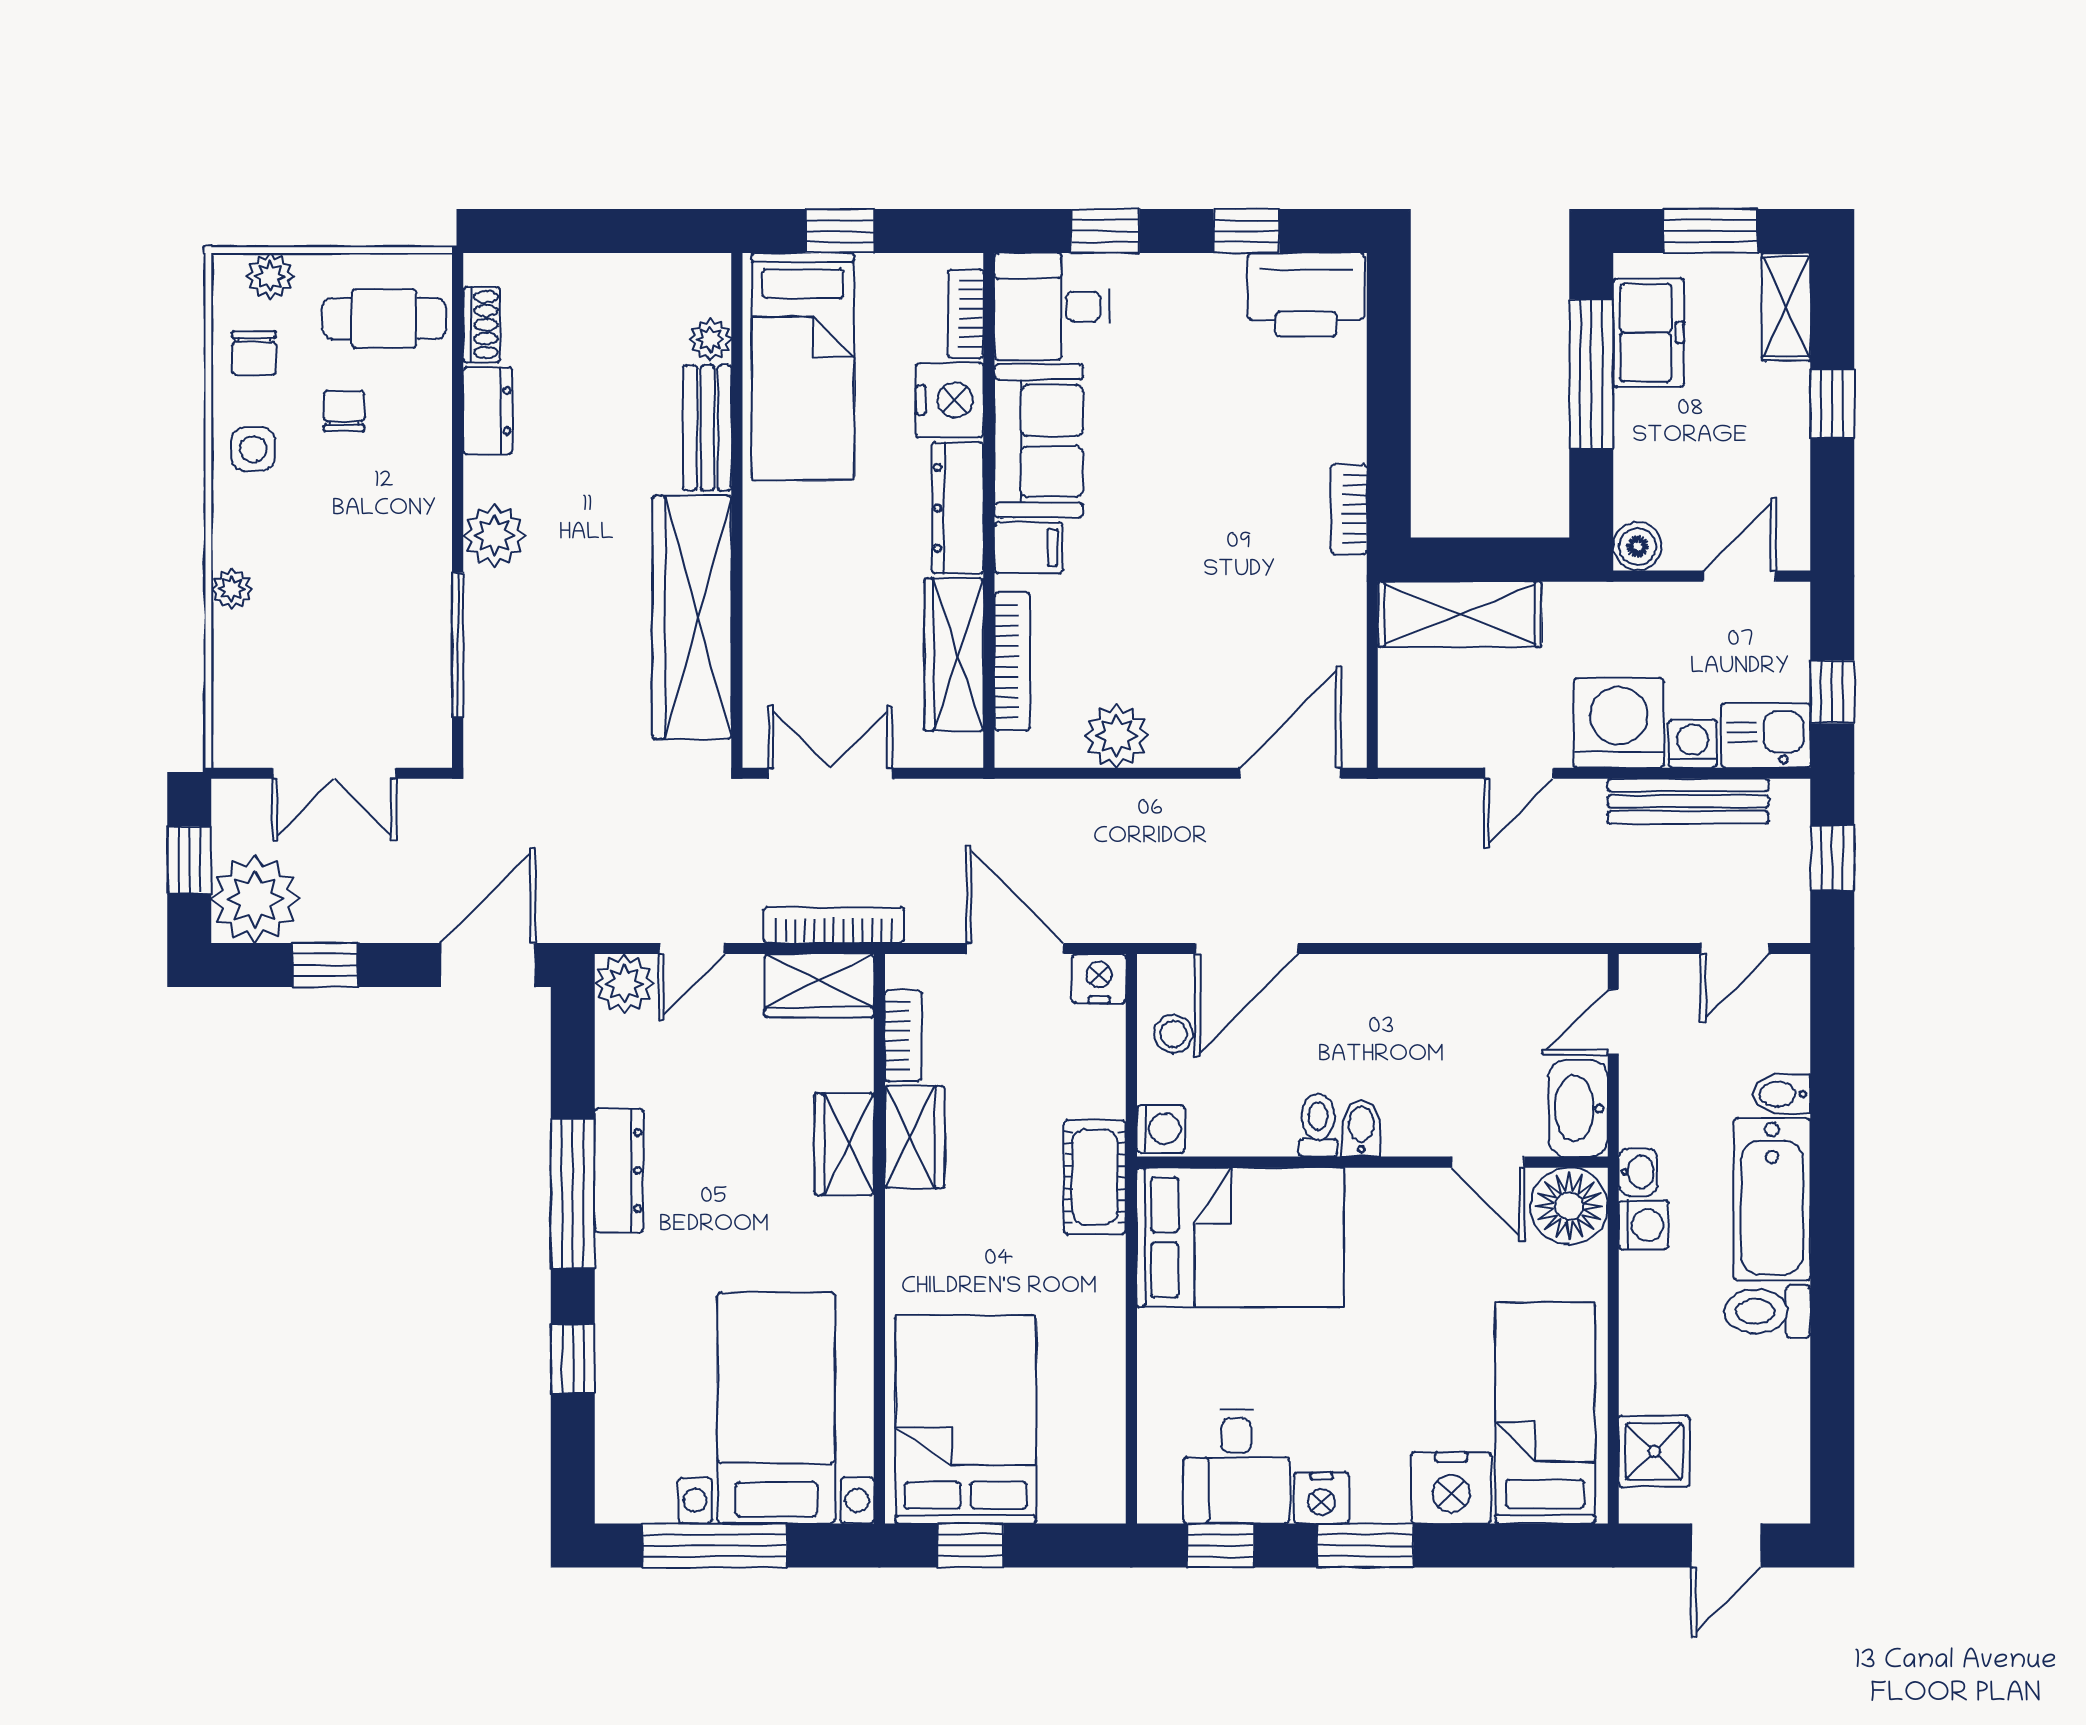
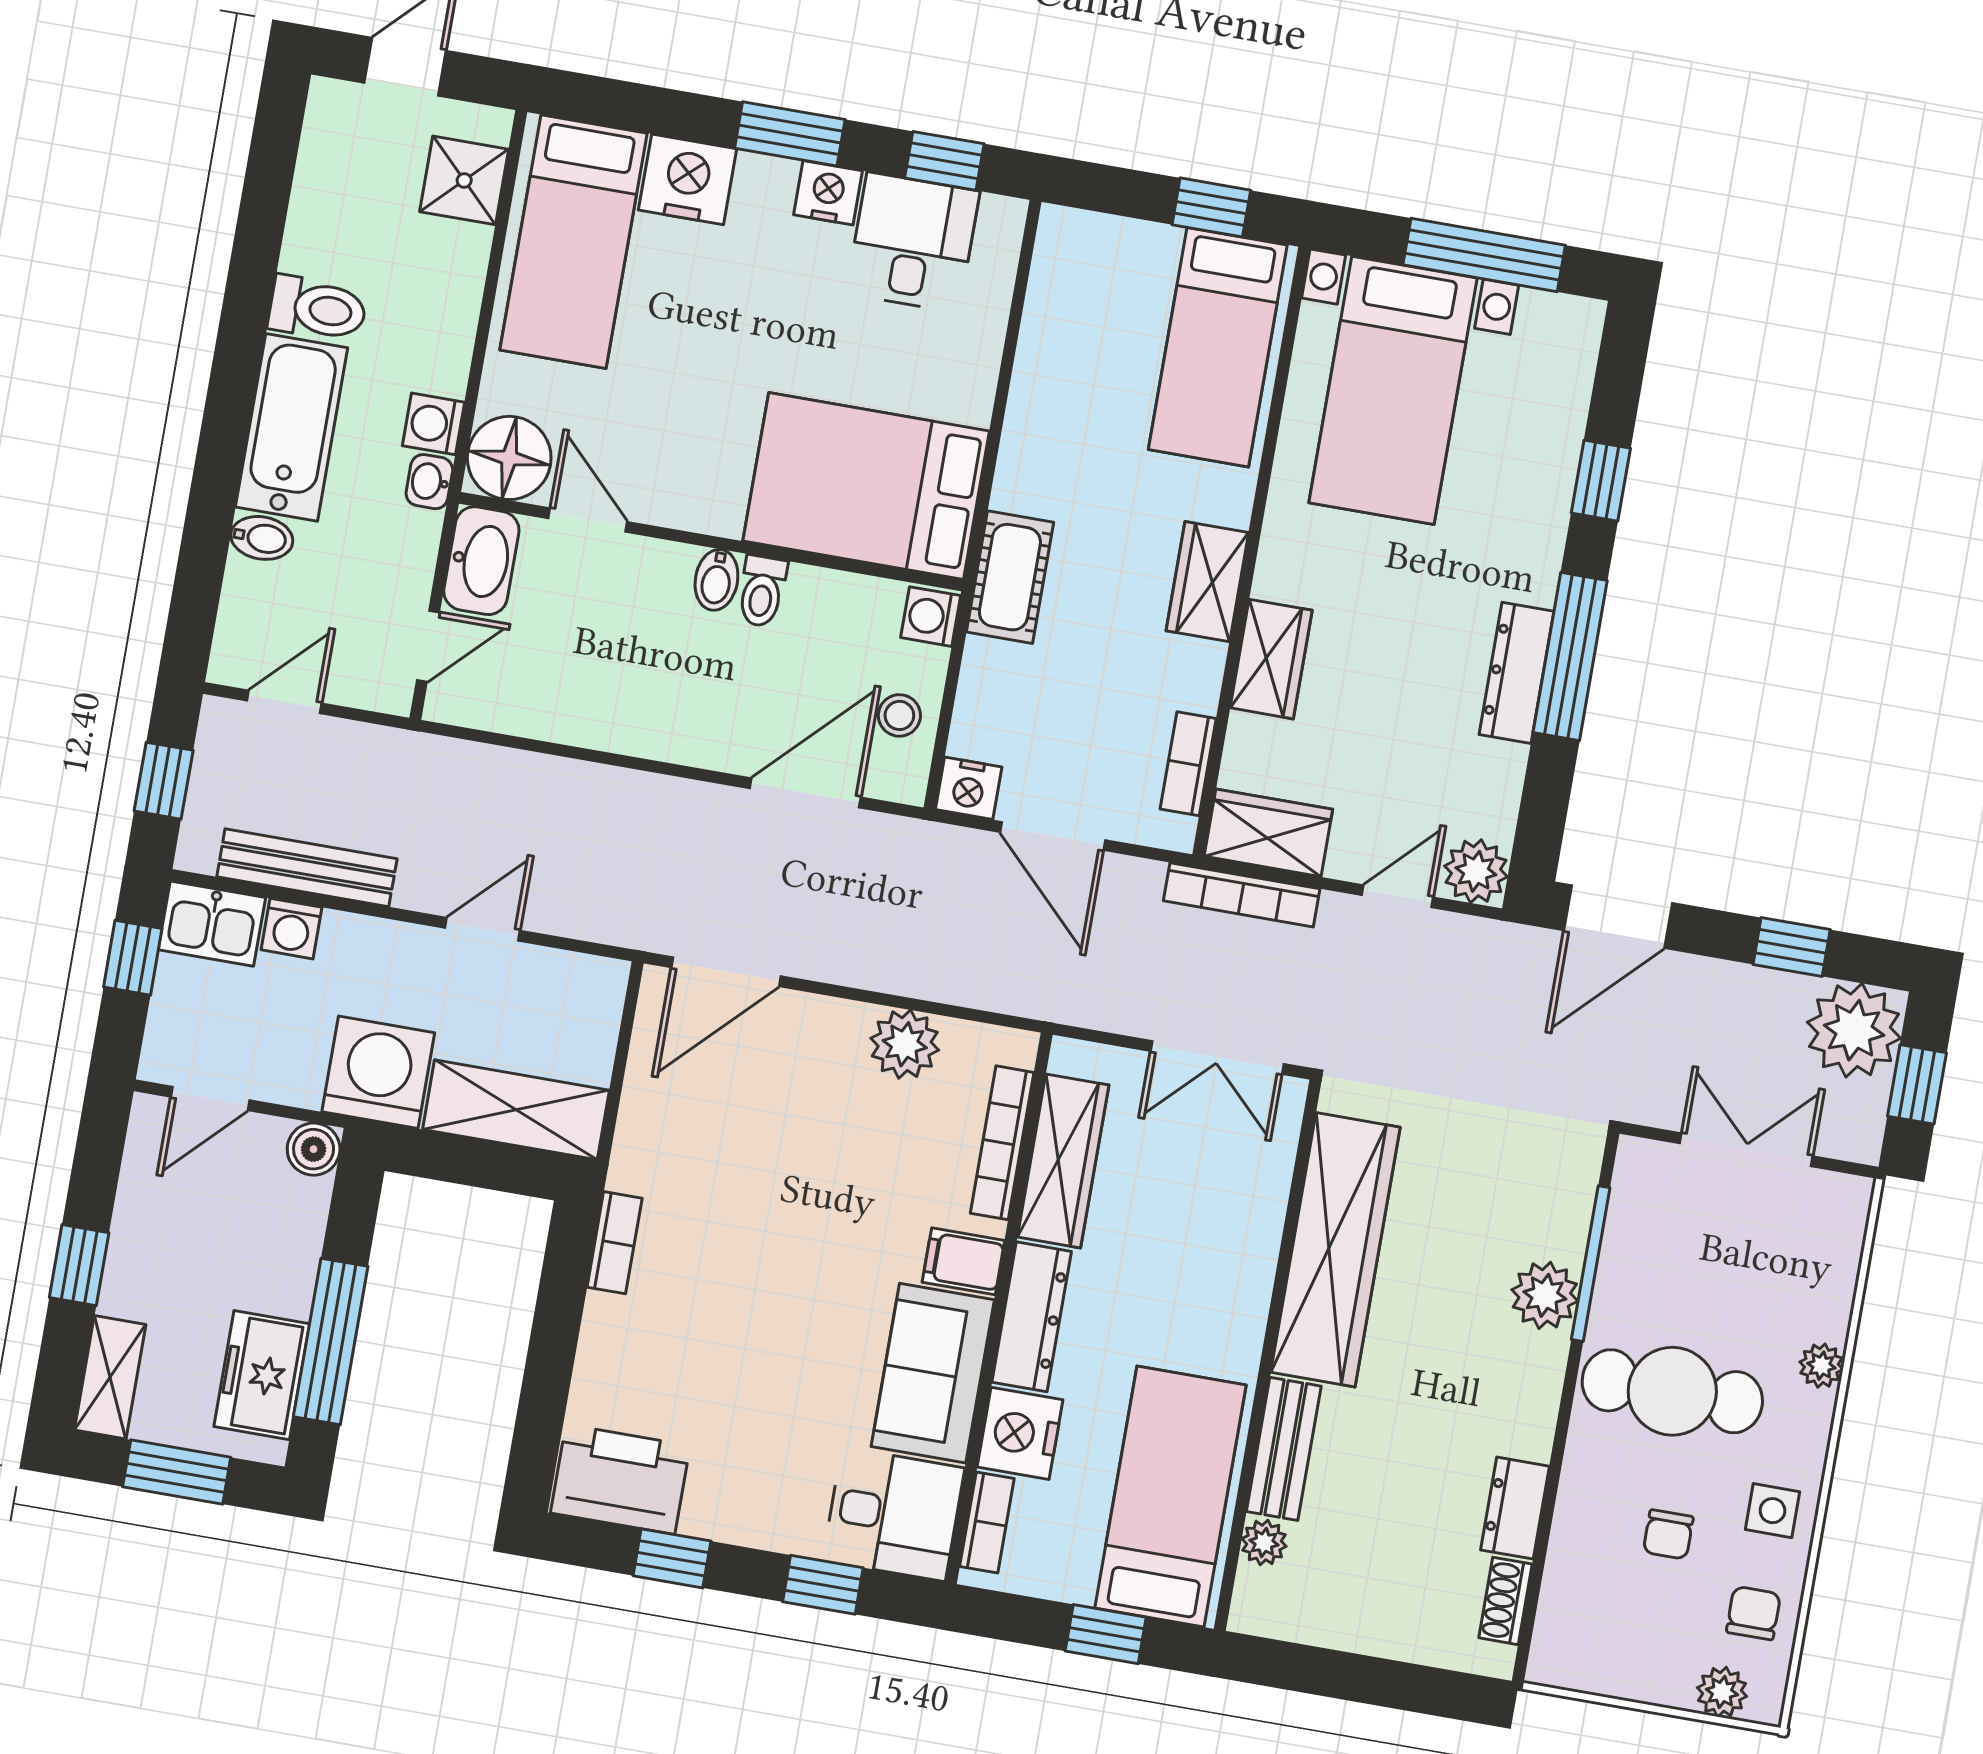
cafe table: (384, 319) -> (1672, 1391), moved, width x1.37, depth x1.35
plant: (494, 535) -> (1545, 1295), moved
washing machine: (1619, 723) -> (378, 1072), moved, turned 180
wardrobe: (915, 1137) -> (1207, 582), moved
bed: (966, 1419) -> (1218, 347), width x0.67

